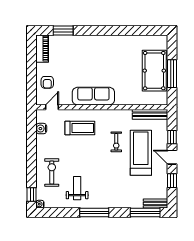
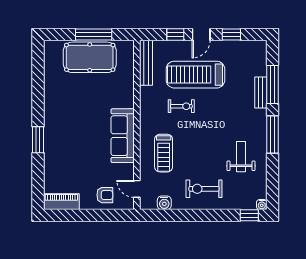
window: (63, 30) -> (38, 140), moved
treadmill: (80, 128) -> (164, 153), turned 180
exercise bike: (52, 173) -> (204, 189), moved
weight bench: (77, 188) -> (241, 157), turned 90
bench: (155, 204) -> (261, 92), moved
window: (145, 213) -> (272, 85), moved

